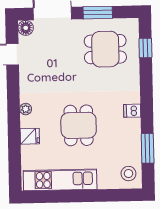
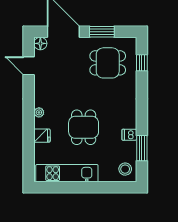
dishwasher: (132, 111) -> (129, 135), moved

